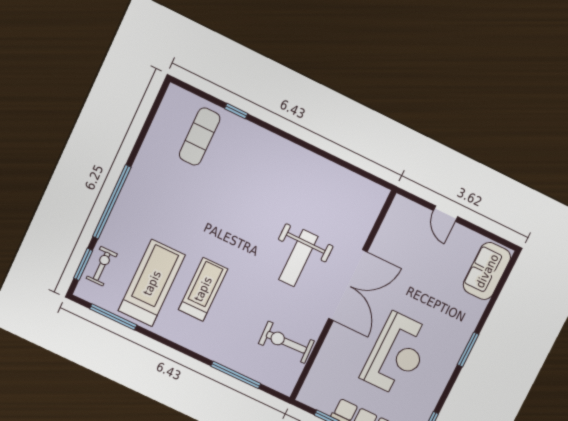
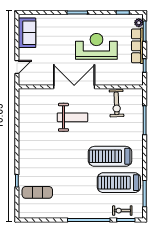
door: (445, 214) -> (17, 67), moved
sofa: (487, 271) -> (27, 33), moved, turned -90
treadmill: (203, 289) -> (110, 156), width x1.37, depth x1.37

